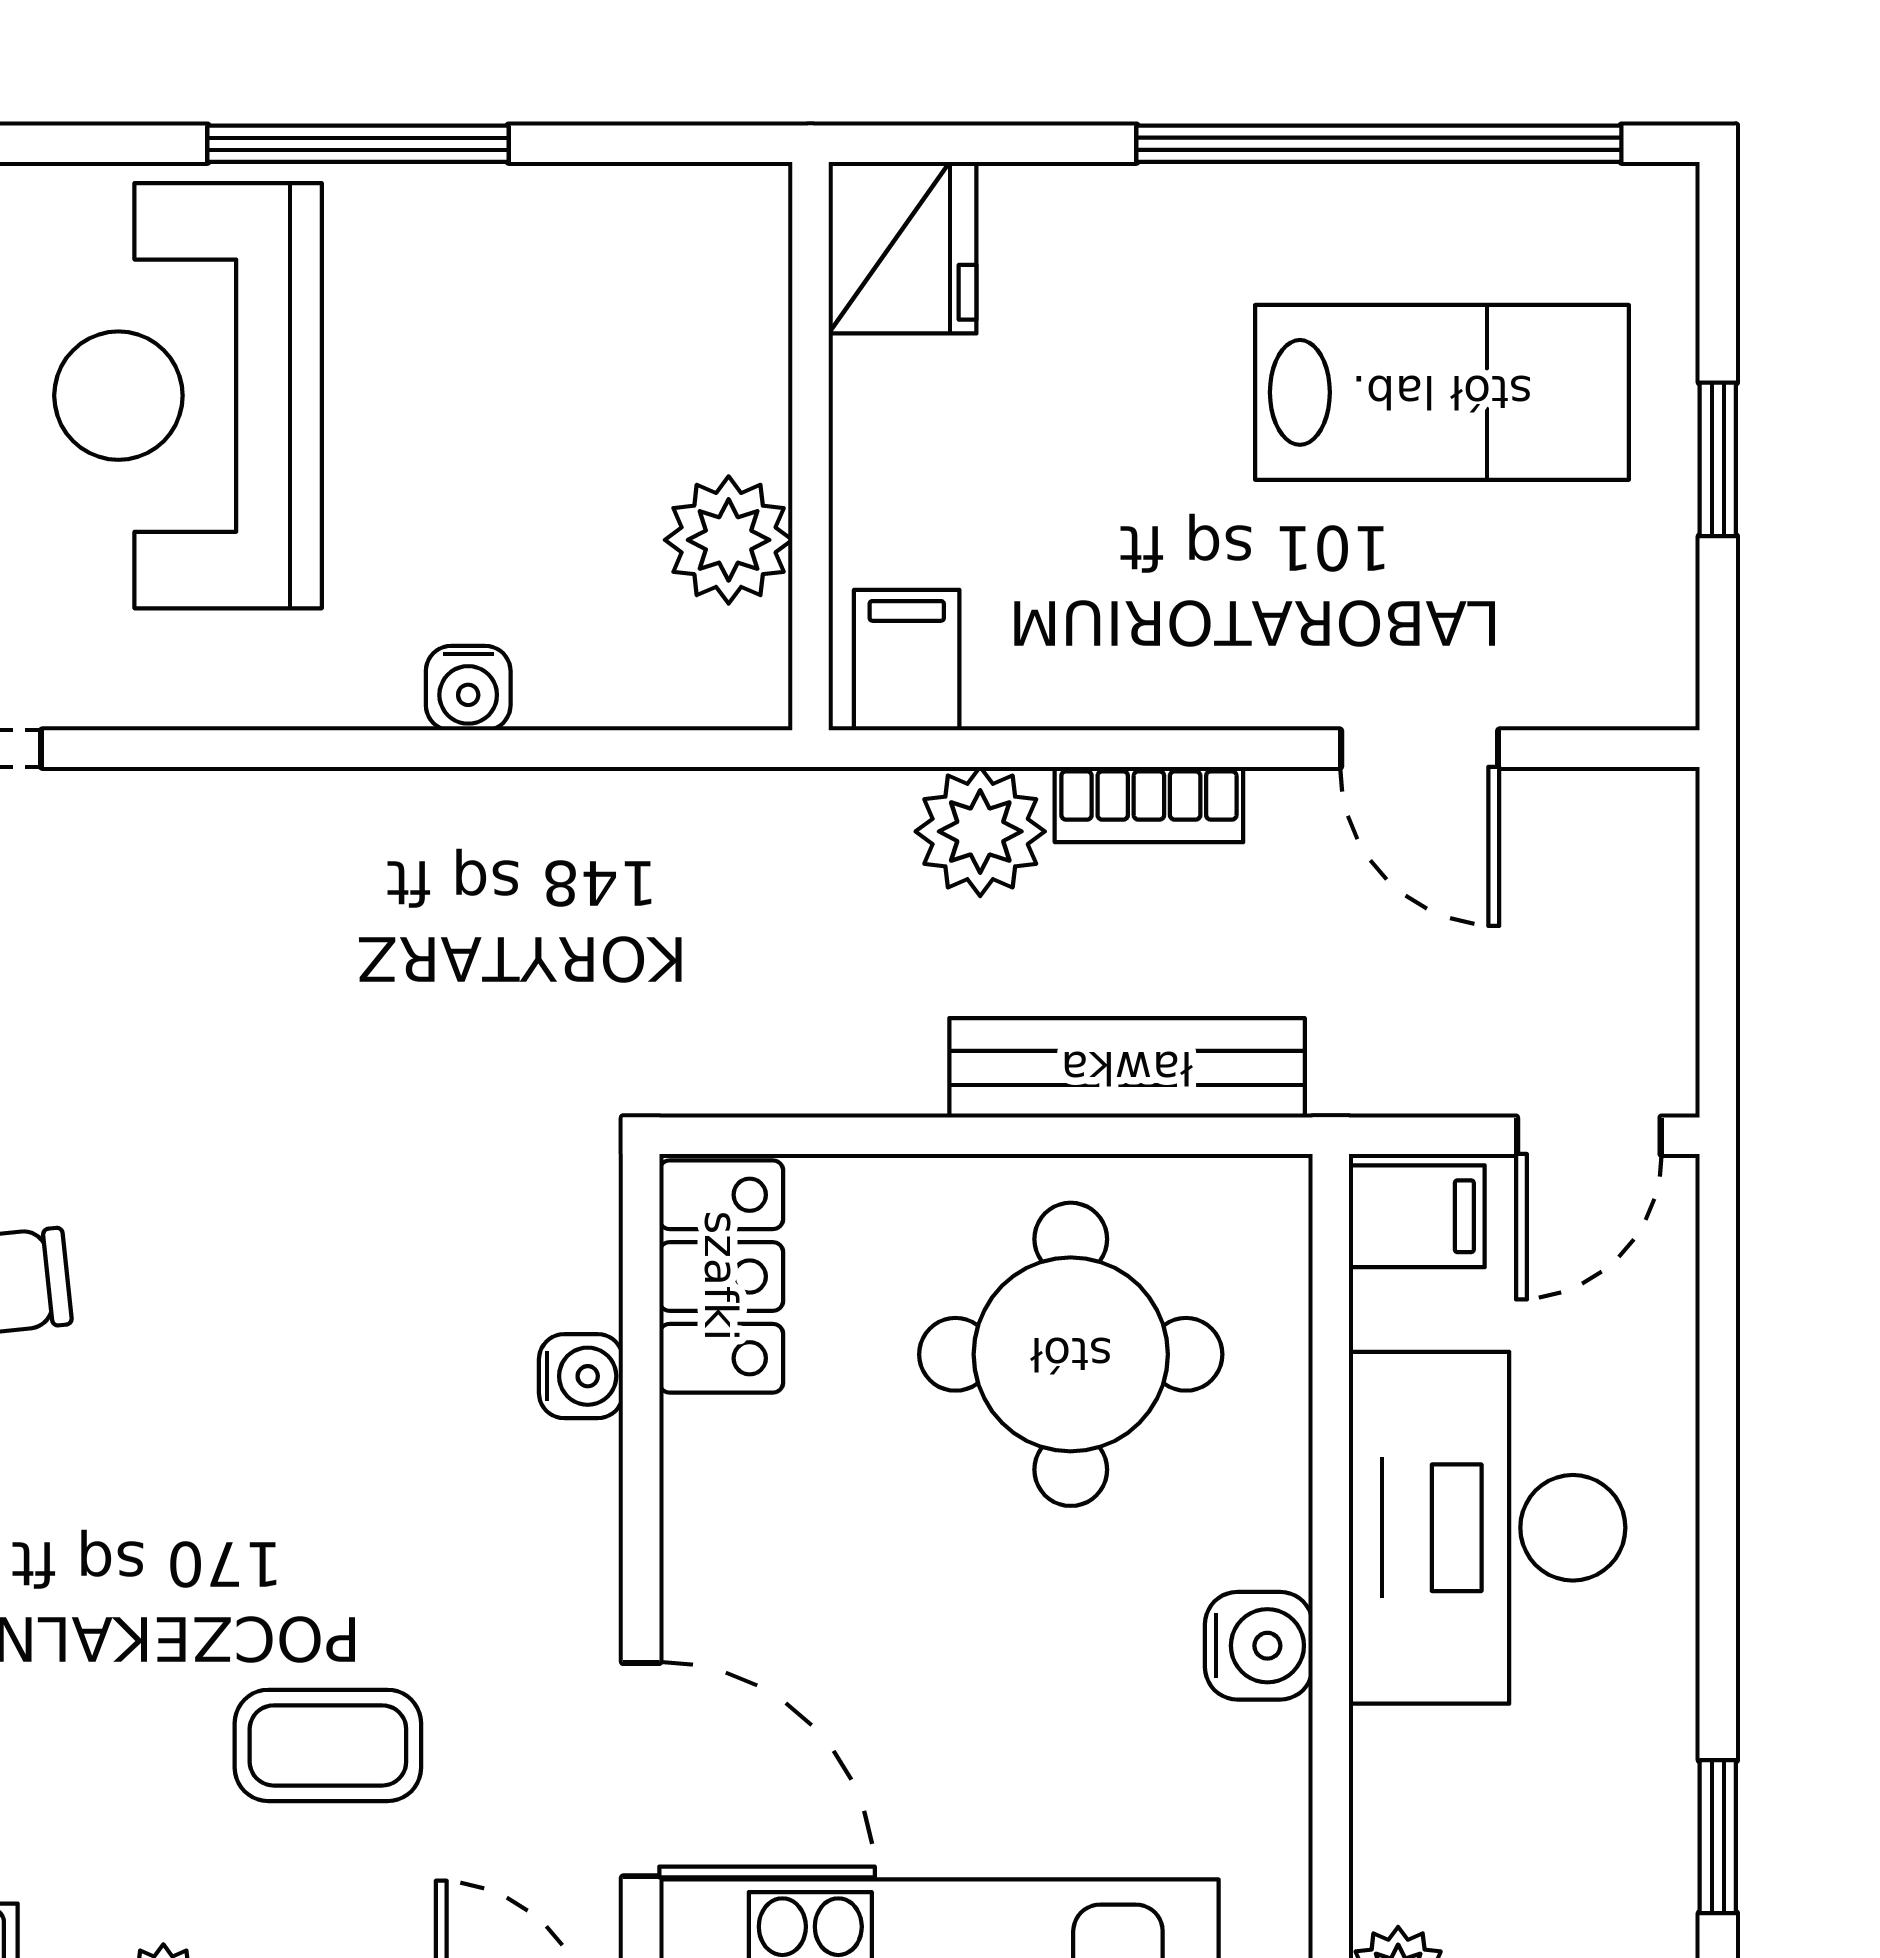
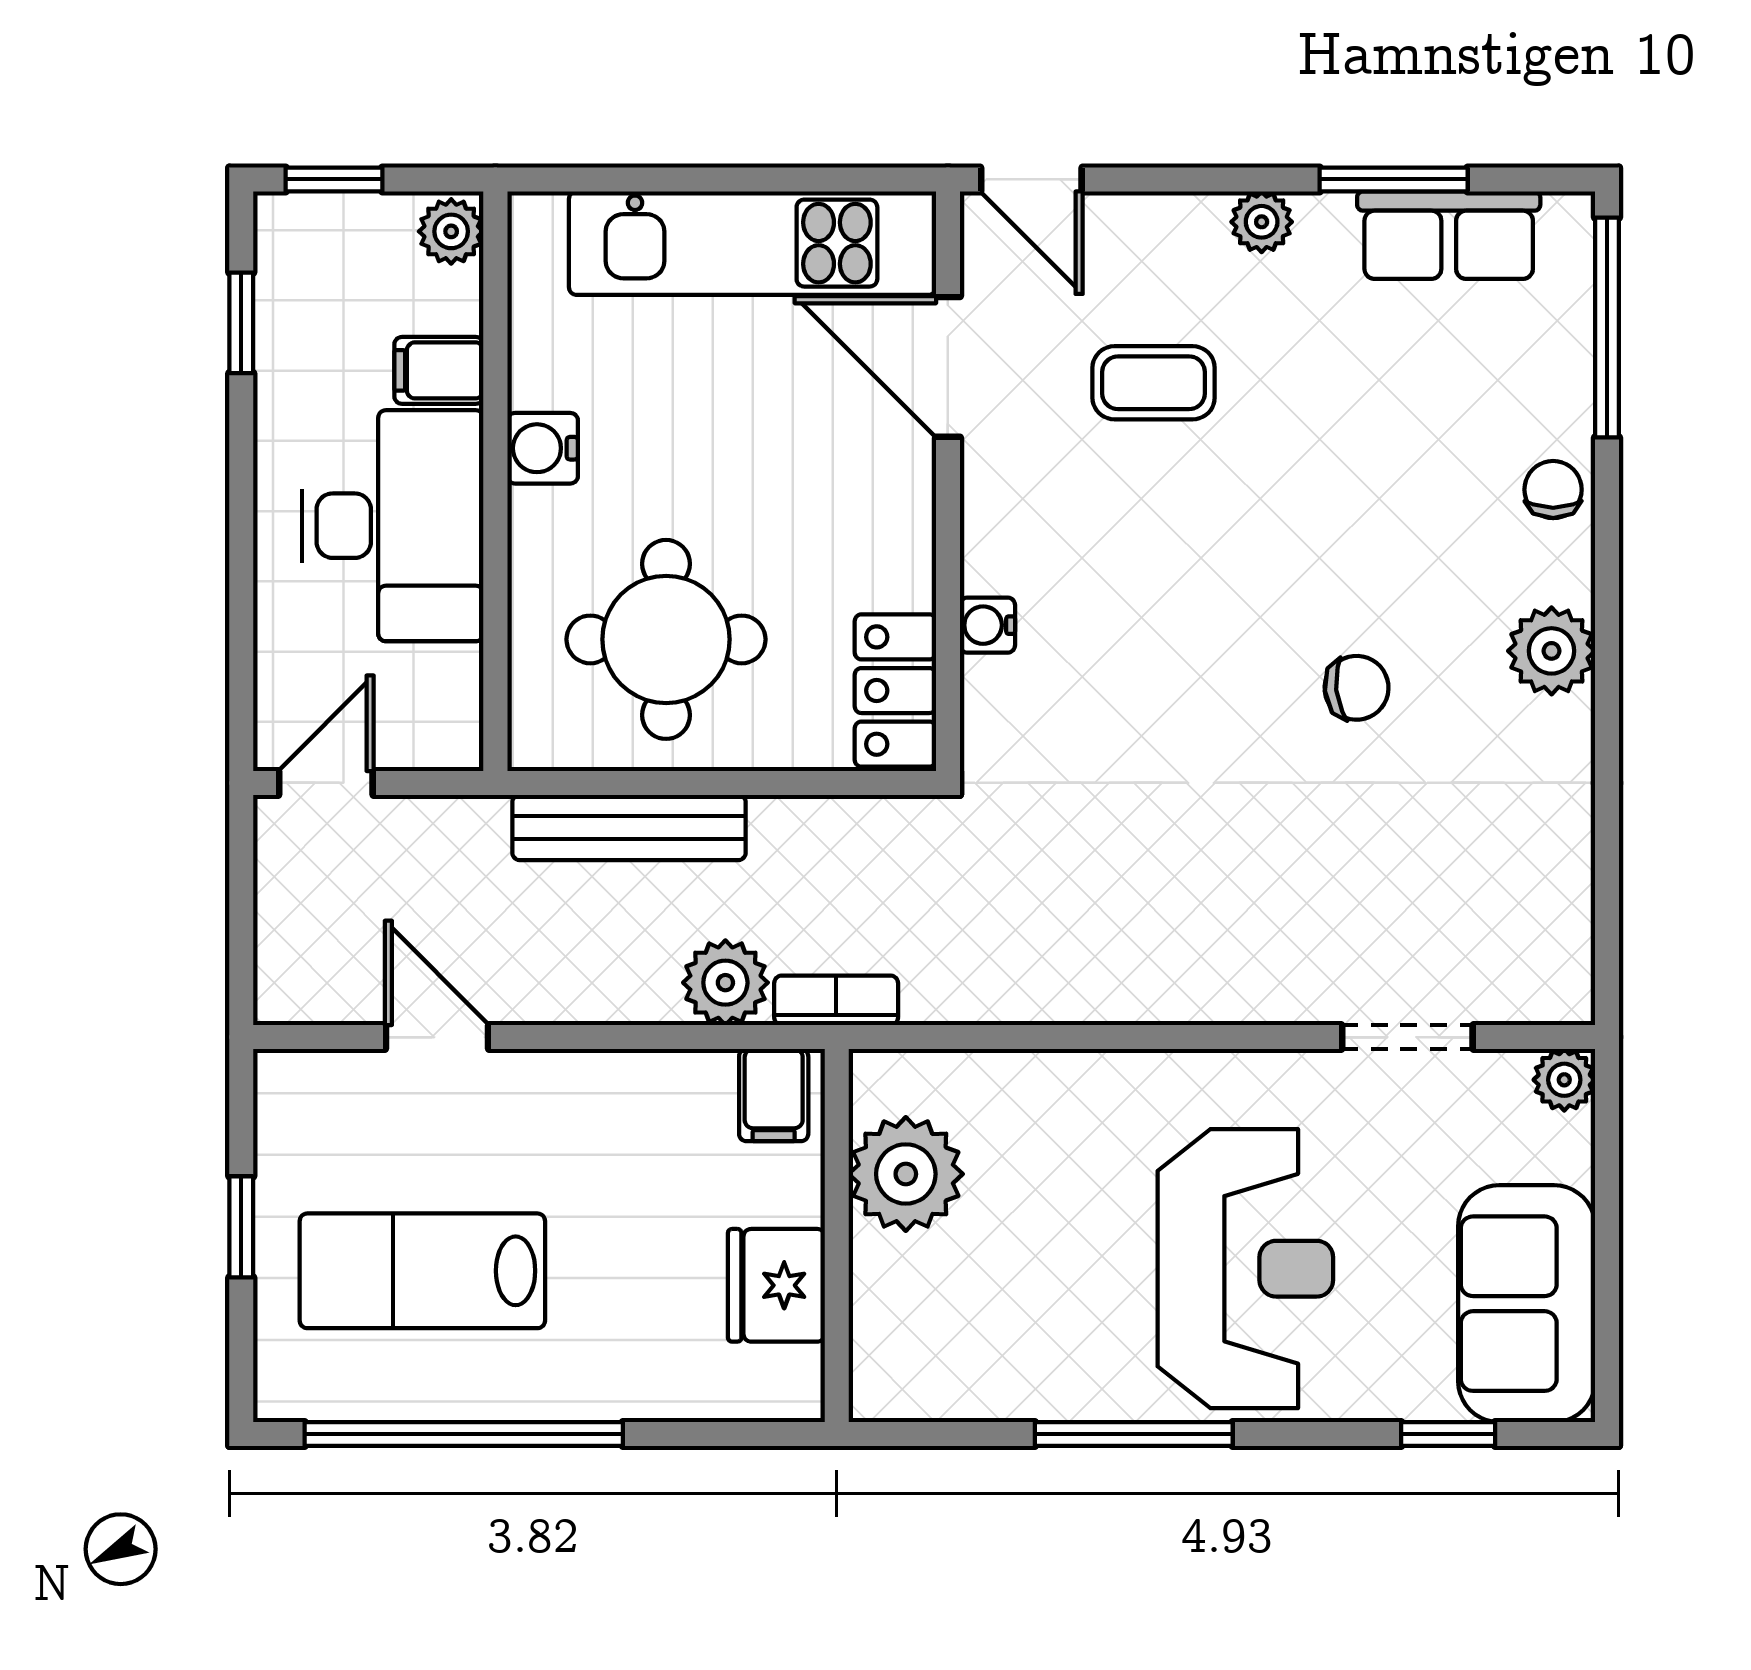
fridge: (903, 248) -> (776, 1285), moved
plant: (729, 540) -> (906, 1174), width x1.36, depth x1.36
water cooler: (468, 688) -> (1061, 1077), removed
bookcase: (1149, 804) -> (836, 1000), moved
filing cabinet: (1417, 1216) -> (439, 370), moved

